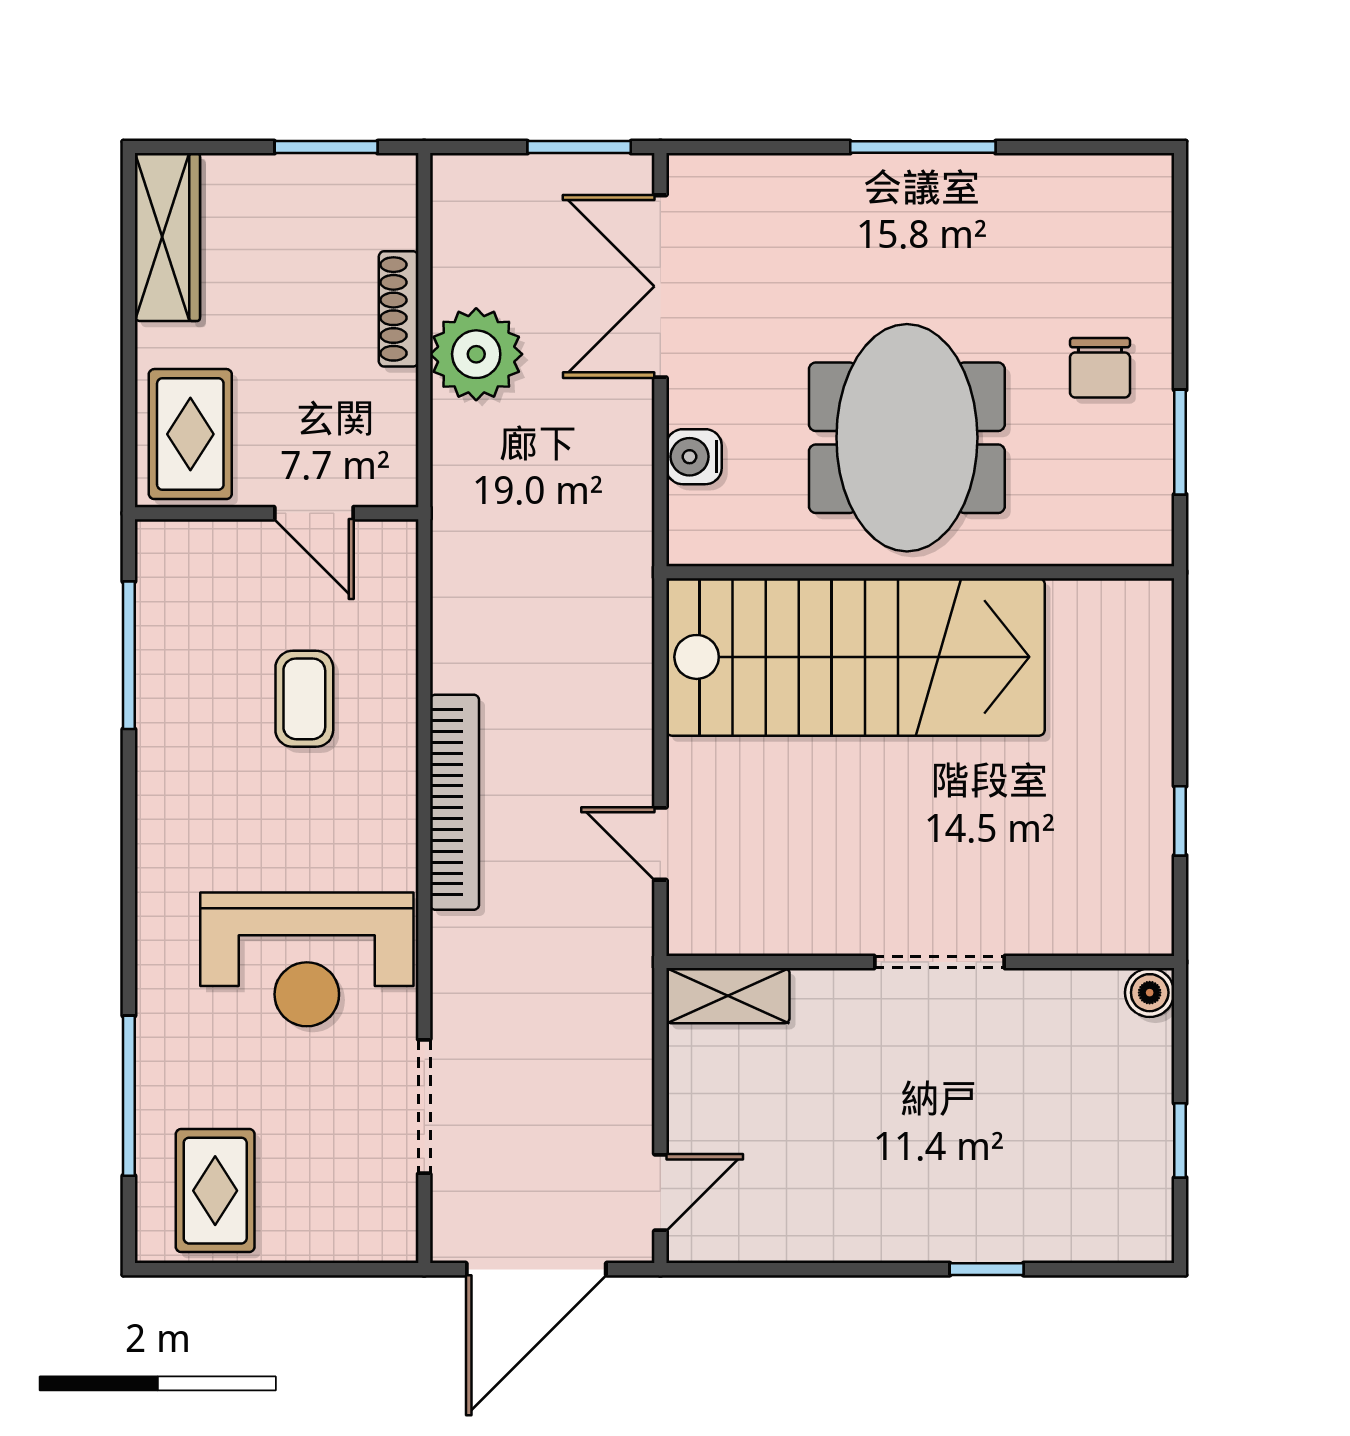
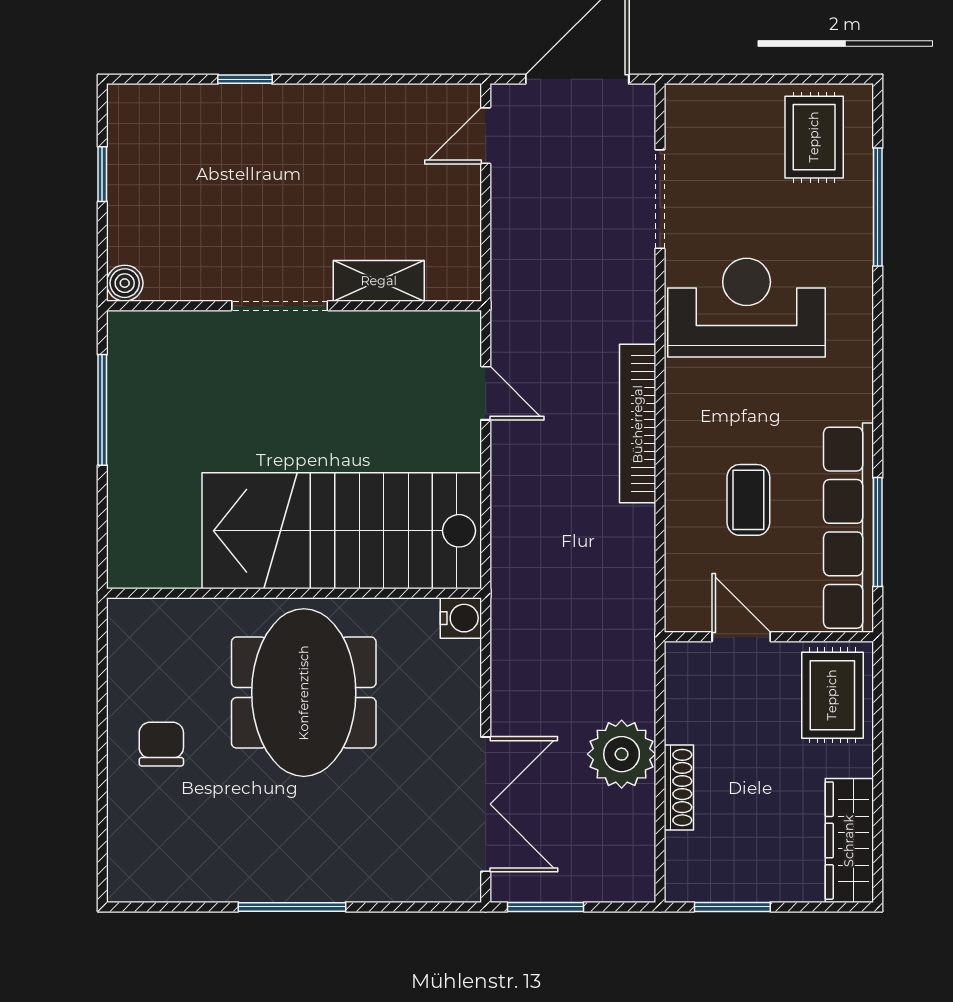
window: (1180, 442) -> (102, 689), removed
water cooler: (694, 457) -> (461, 618), moved
row of seats: (168, 661) -> (849, 528), added
window: (1180, 821) -> (102, 410), width x2.17
shelving: (728, 996) -> (379, 281), moved

